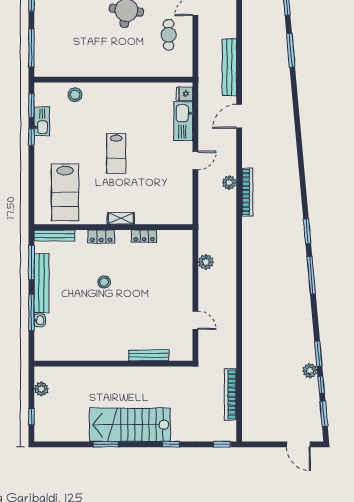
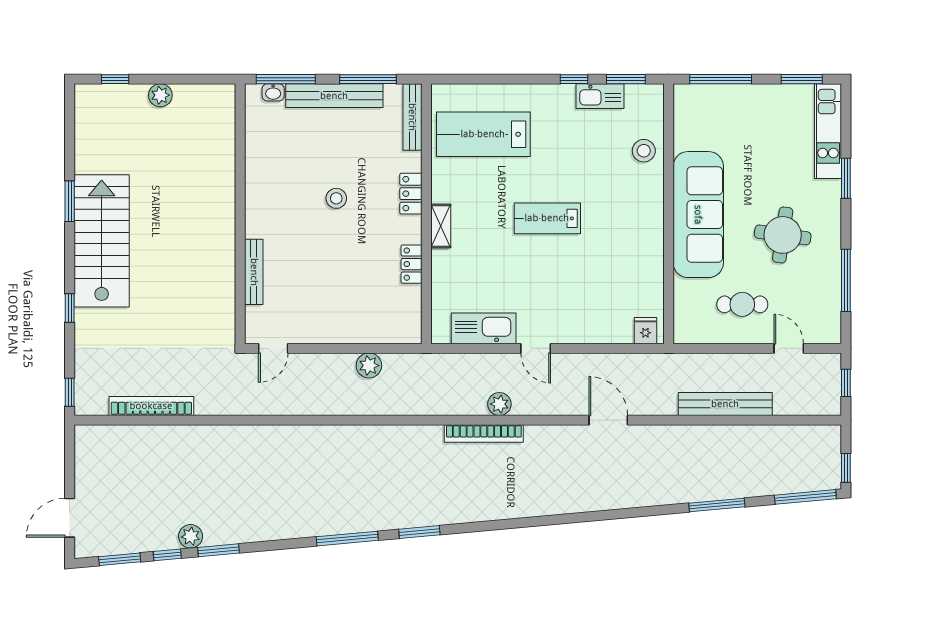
sofa: (114, 62) -> (698, 215), added
bench: (229, 67) -> (725, 404), moved
kitchen sink: (183, 121) -> (484, 328), moved
bench: (149, 355) -> (254, 272), moved
wall: (113, 364) -> (240, 214), moved

